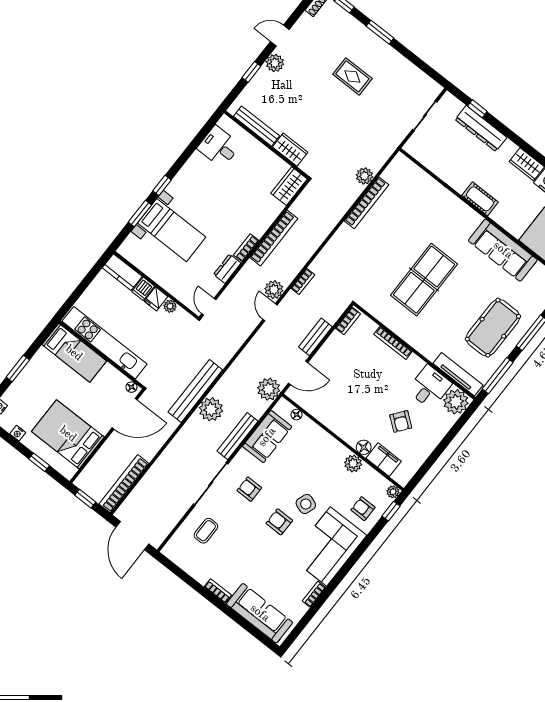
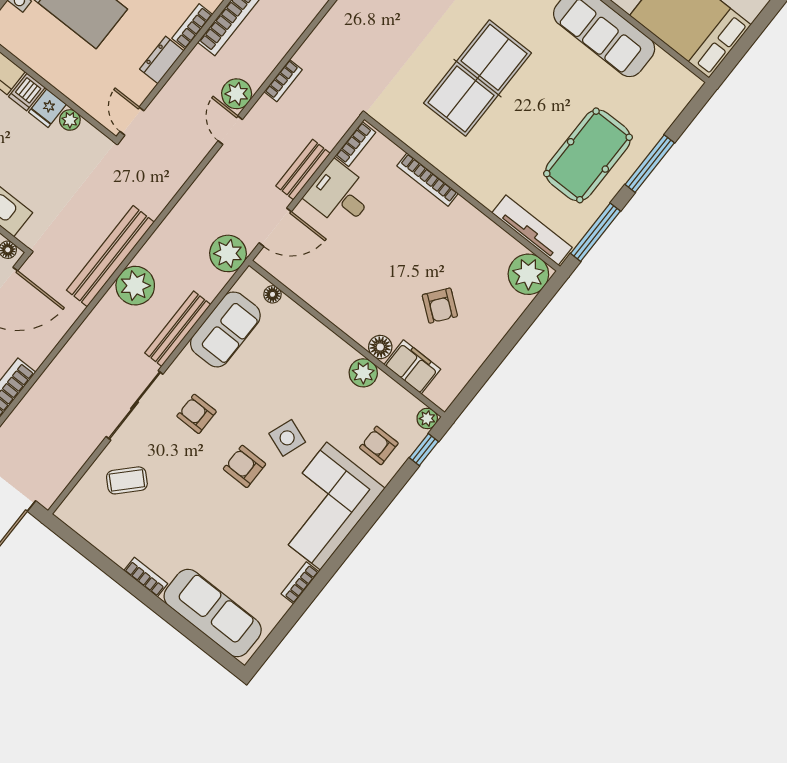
desk: (429, 387) -> (340, 195), moved, turned -90
coffee table: (206, 531) -> (127, 480), turned 44

